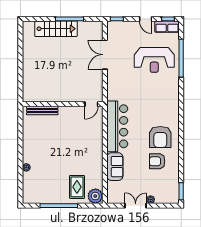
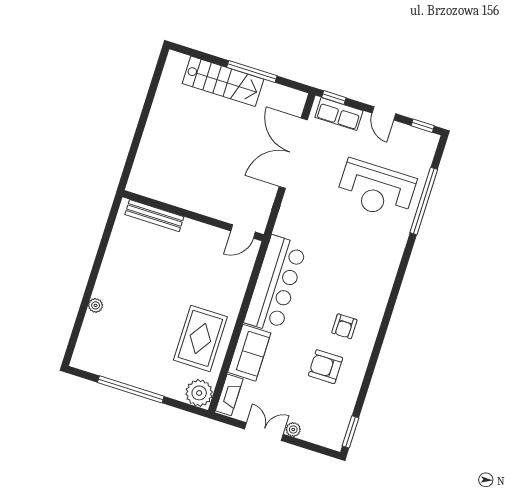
row of seats: (167, 27) -> (339, 114), moved
double door: (105, 55) -> (293, 153), width x1.36
armchair: (160, 137) -> (344, 326), width x0.53, depth x0.53
rug: (77, 187) -> (200, 338), moved, width x1.36, depth x1.43
fireplace: (111, 192) -> (229, 395), added

